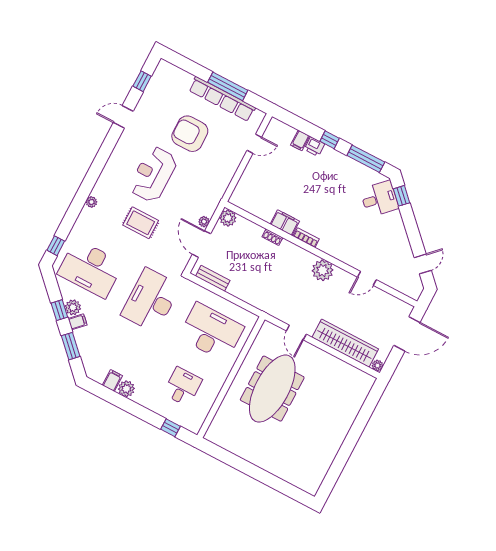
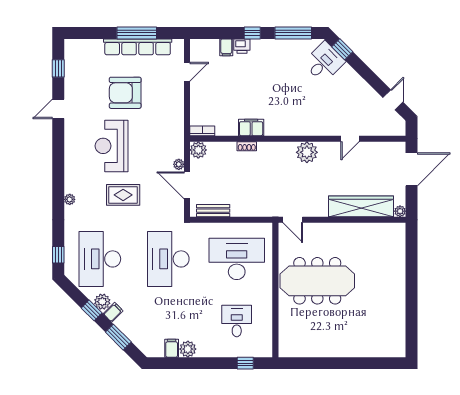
bookcase: (306, 238) -> (202, 131), moved
desk: (90, 269) -> (100, 259), turned 90
door: (296, 333) -> (293, 220), moved
meeting table: (272, 389) -> (317, 281), turned 90

